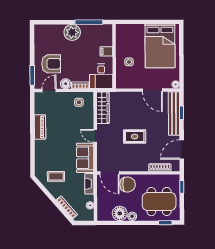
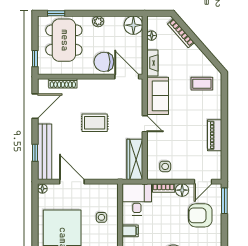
coffee table: (56, 176) -> (202, 84), moved
dining table: (159, 202) -> (64, 40), turned 90
floor lamp: (120, 213) -> (133, 25), moved

